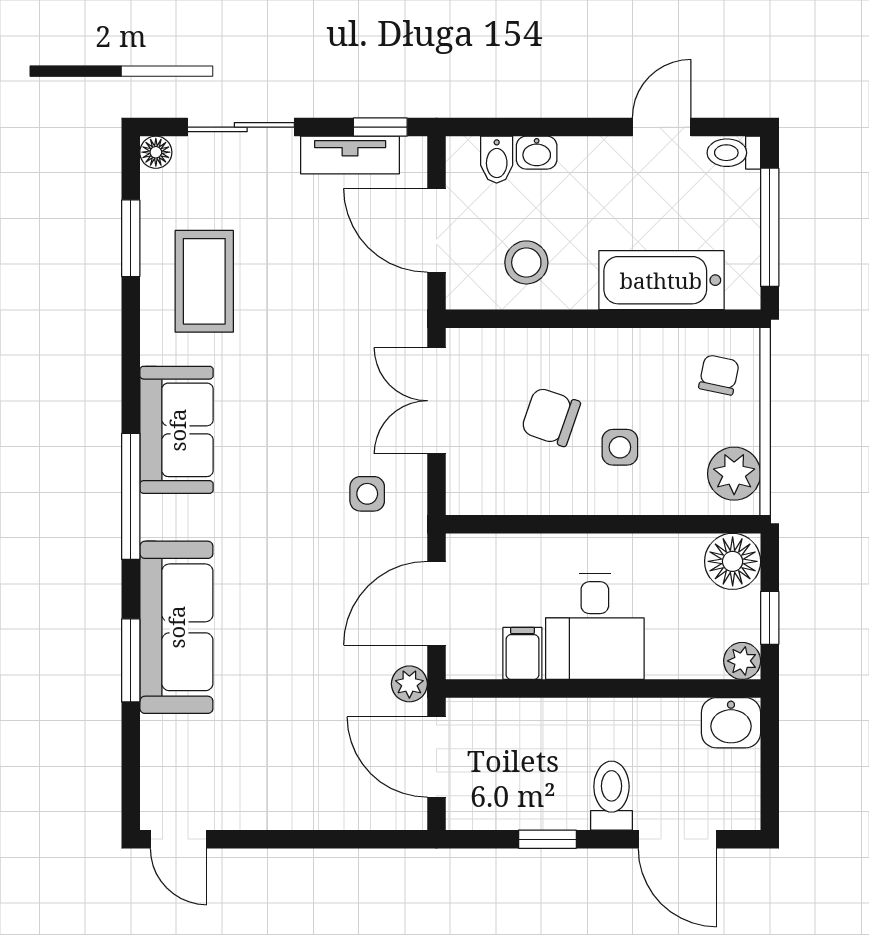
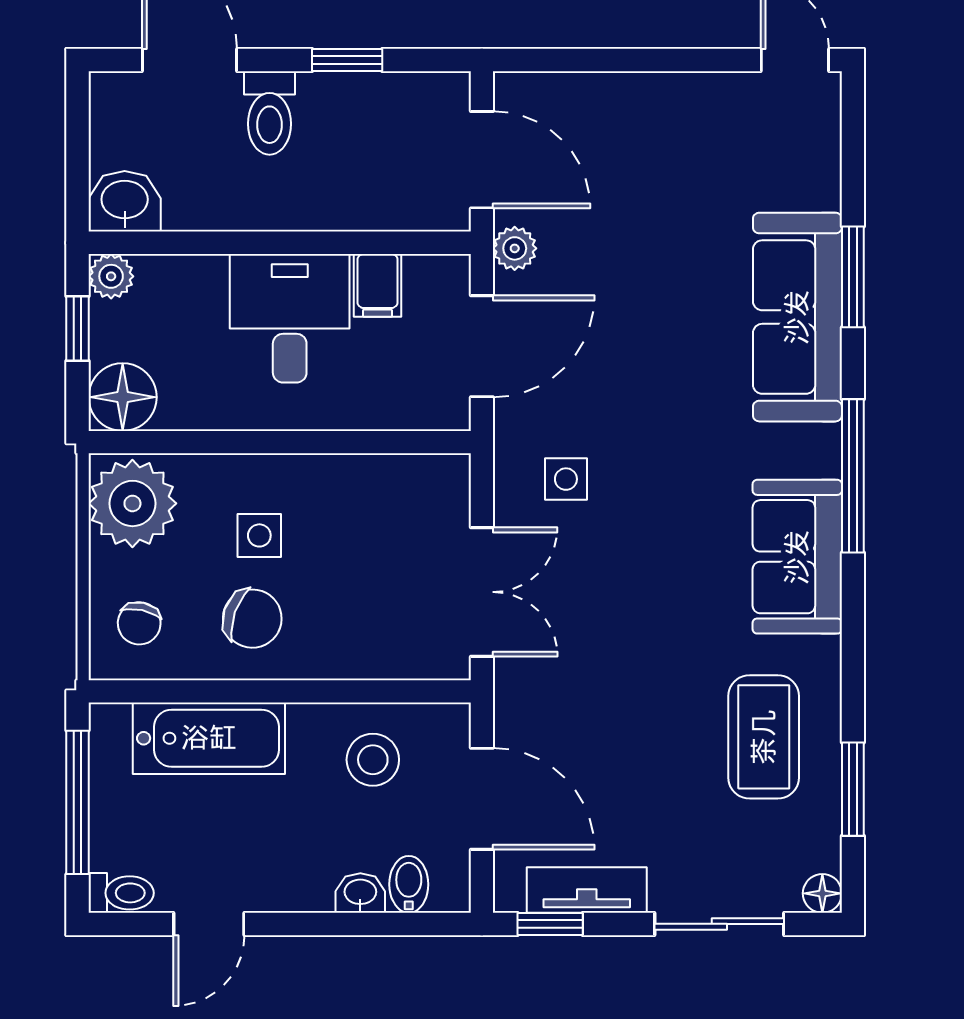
chair: (551, 417) -> (252, 619), moved
plant: (734, 474) -> (132, 503), width x1.36, depth x1.36

